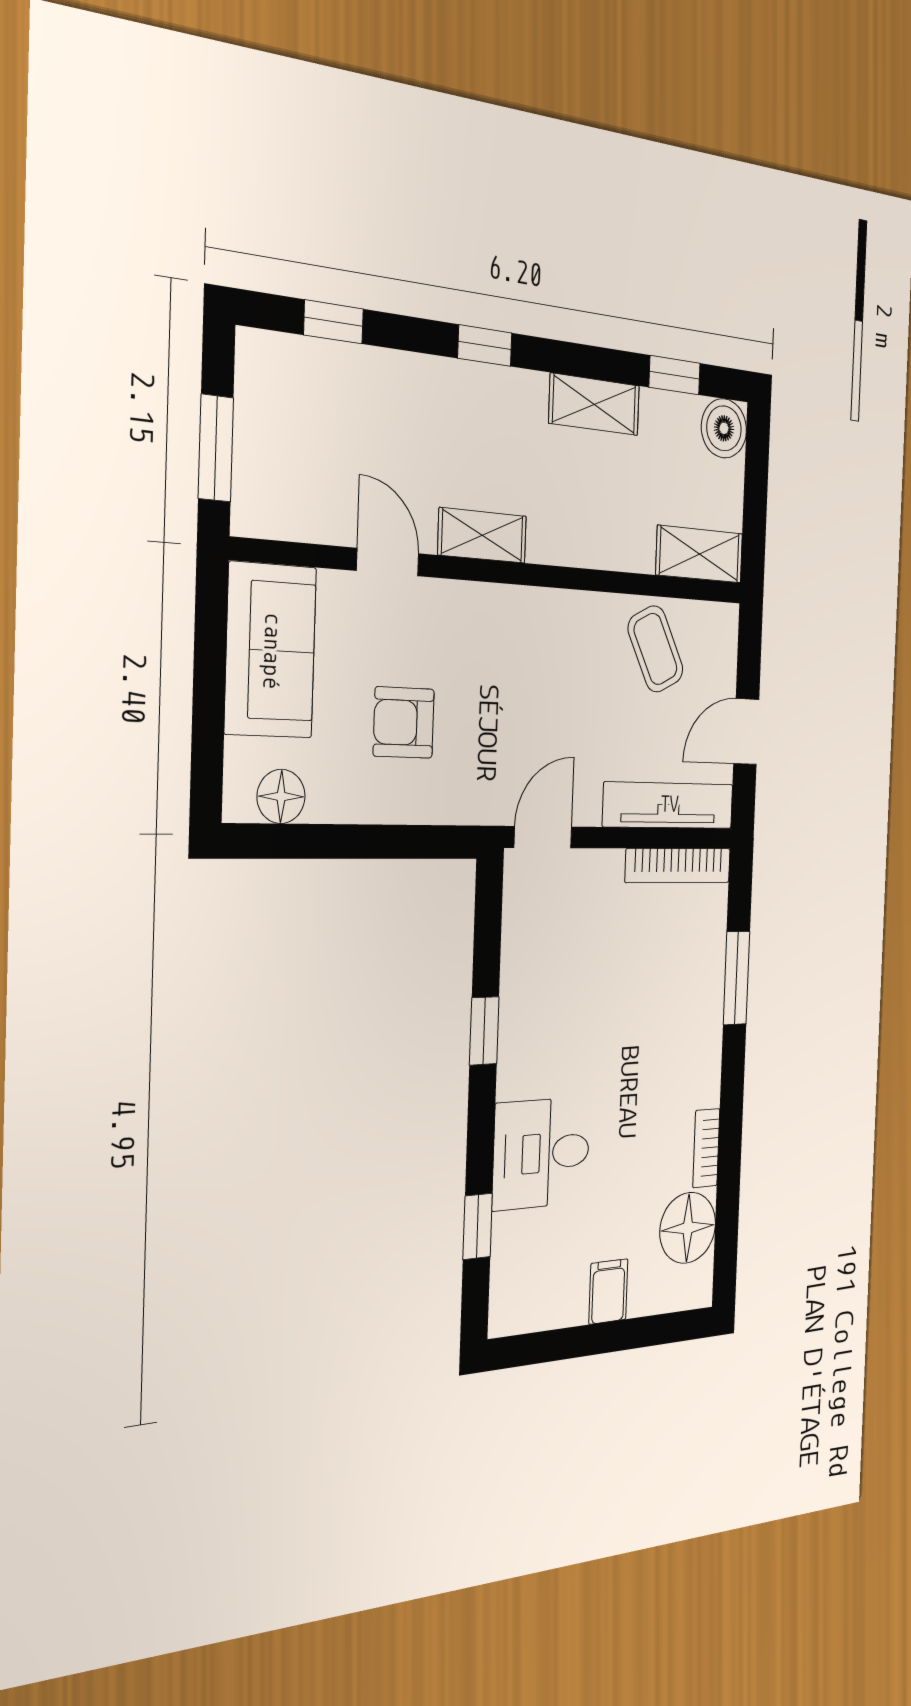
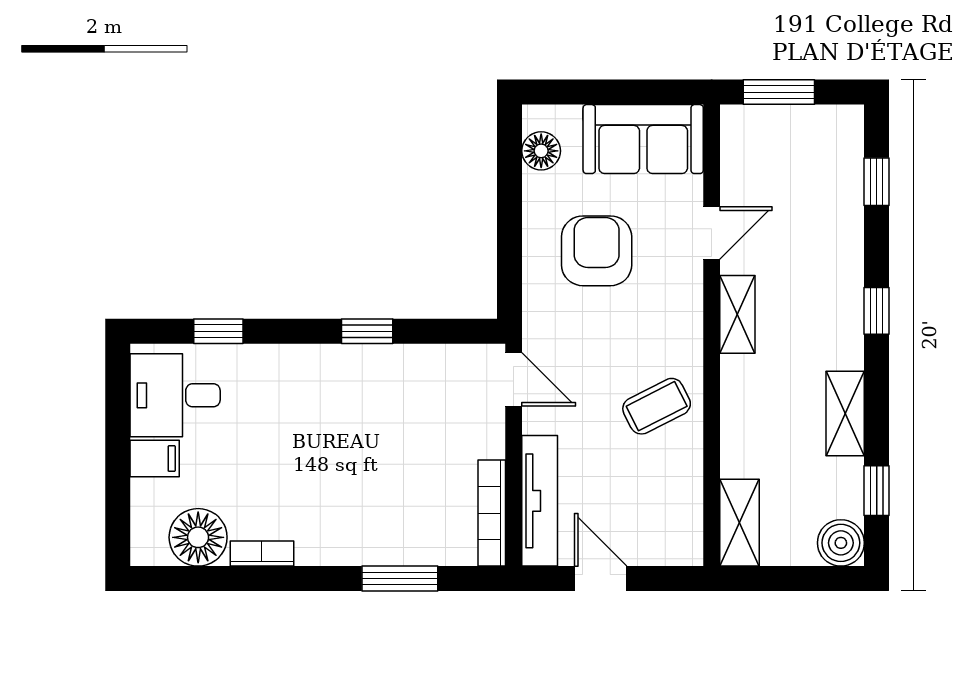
coffee table: (655, 649) -> (657, 406), moved
armchair: (404, 723) -> (597, 251), width x1.38, depth x1.38
desk: (541, 1153) -> (175, 395), moved, turned -90

